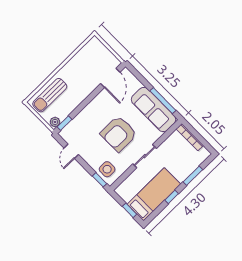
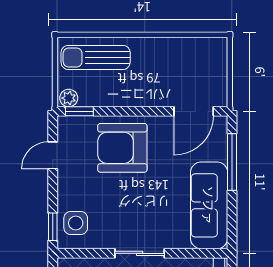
window: (163, 101) -> (232, 162), moved
armchair: (119, 134) -> (122, 148), moved

